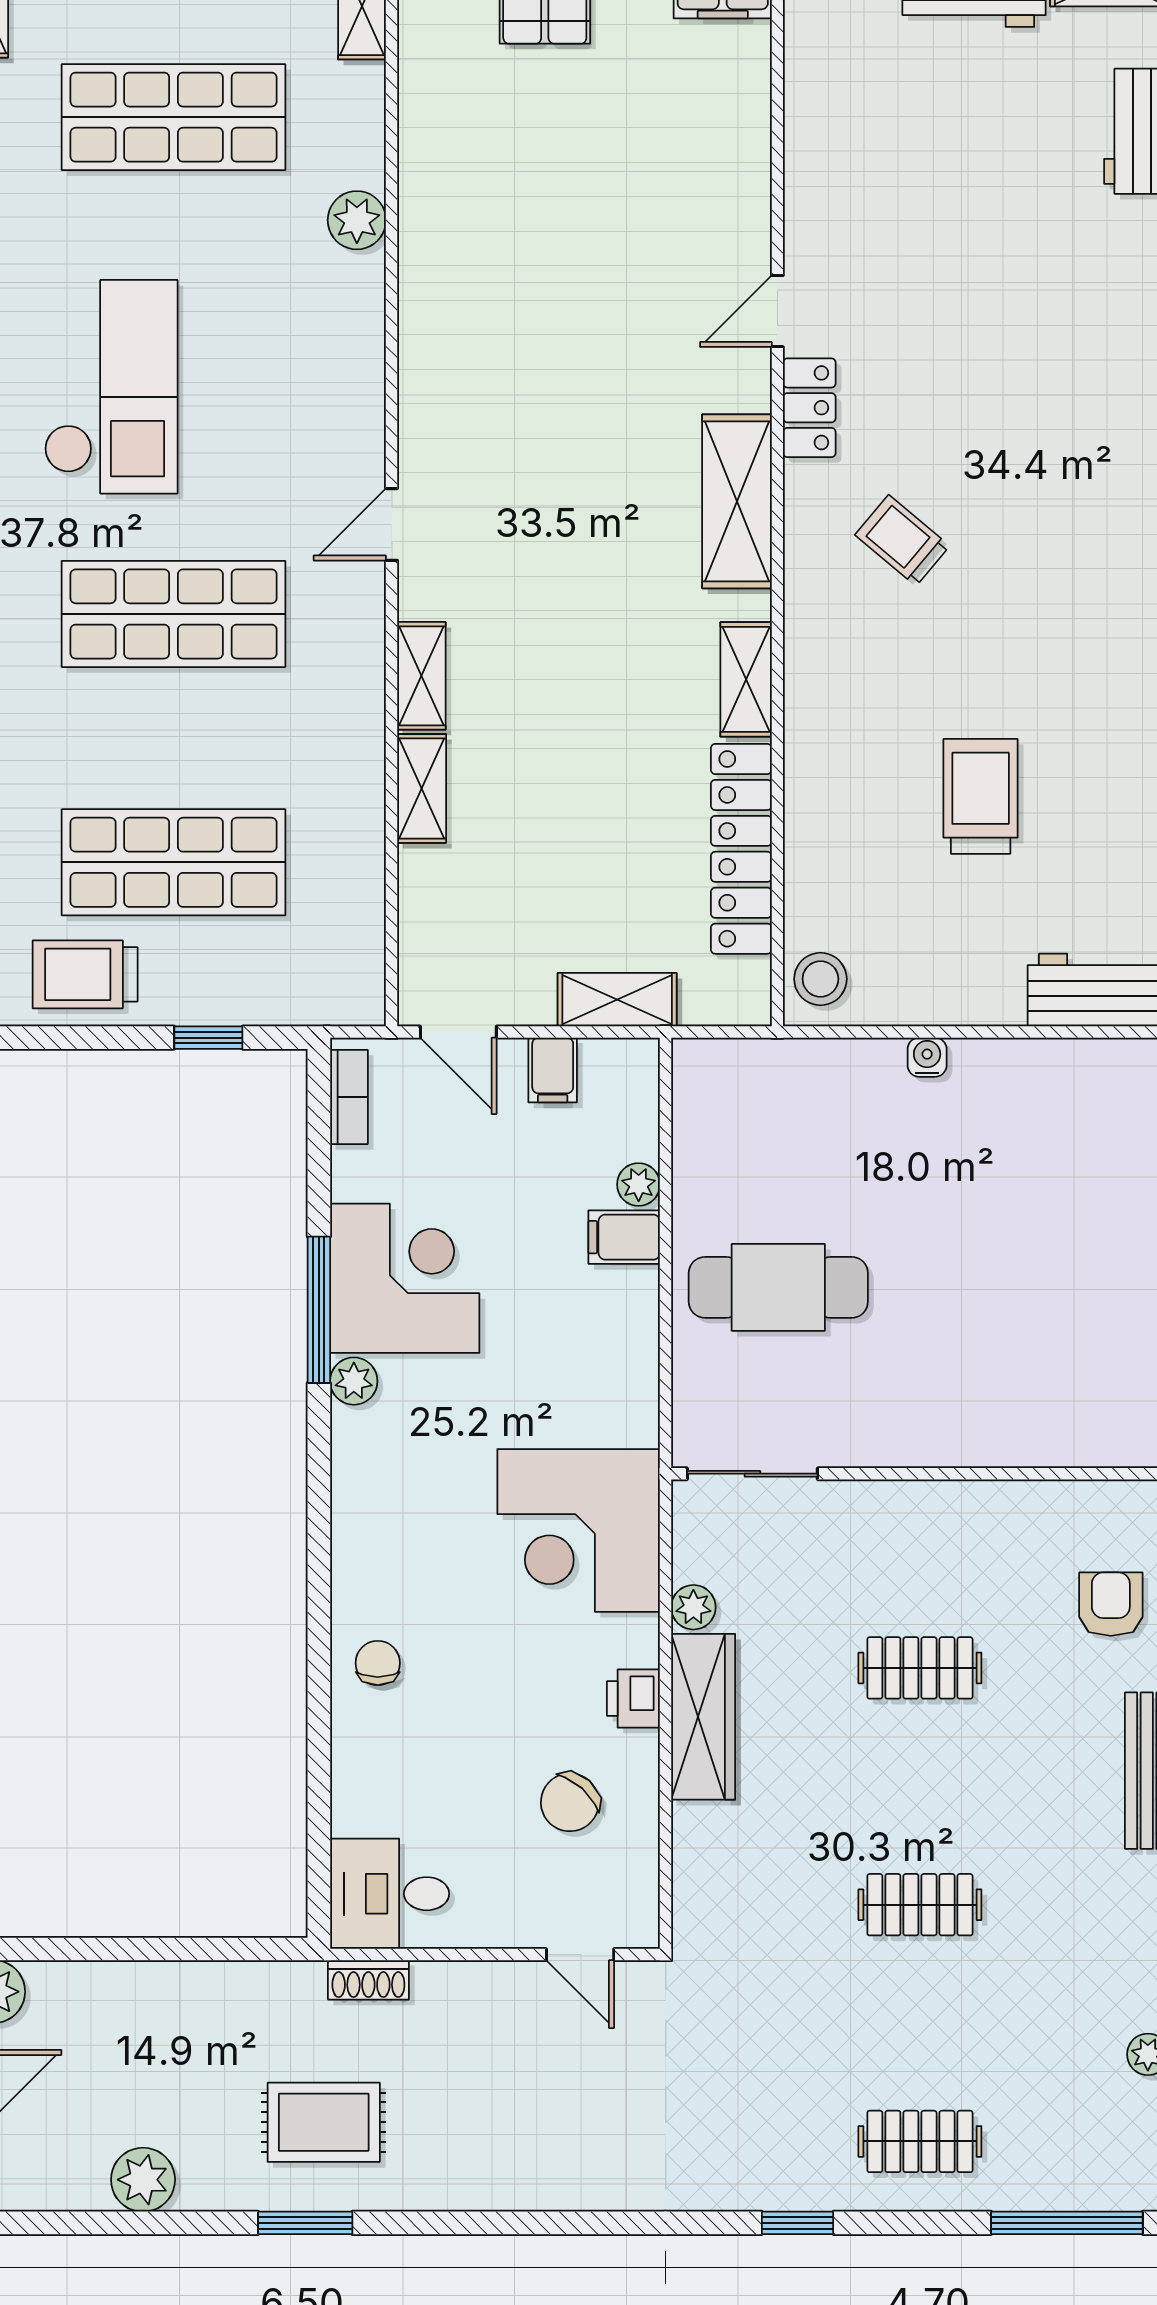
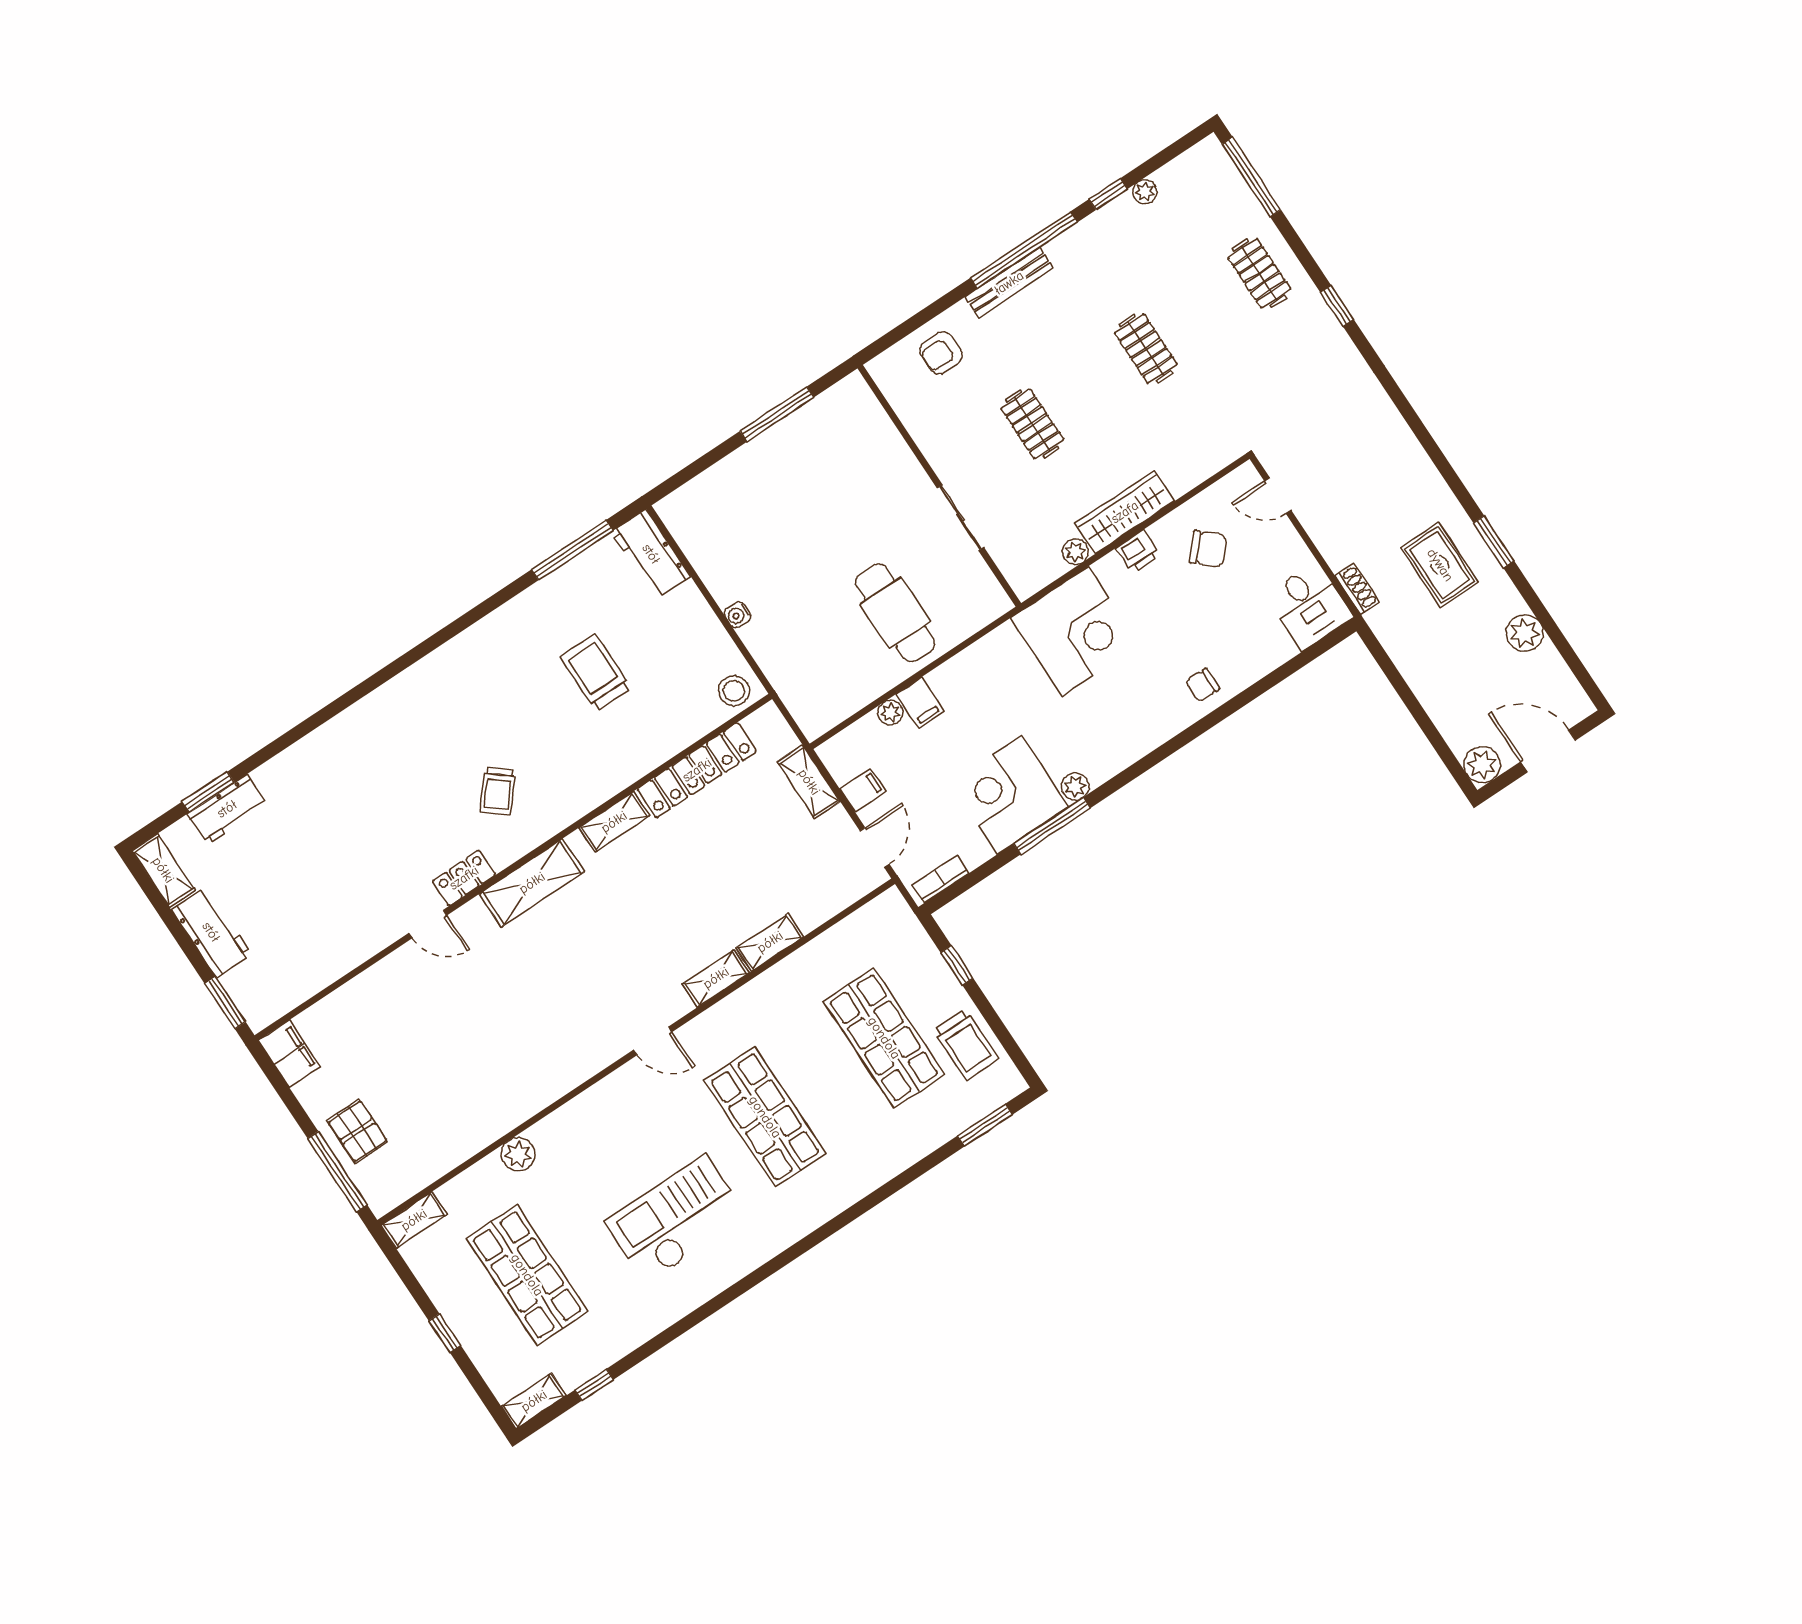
trolley: (981, 796) -> (596, 672), turned 90
sliding door: (752, 1474) -> (960, 518), moved
door: (580, 1955) -> (1278, 496), swing flipped

